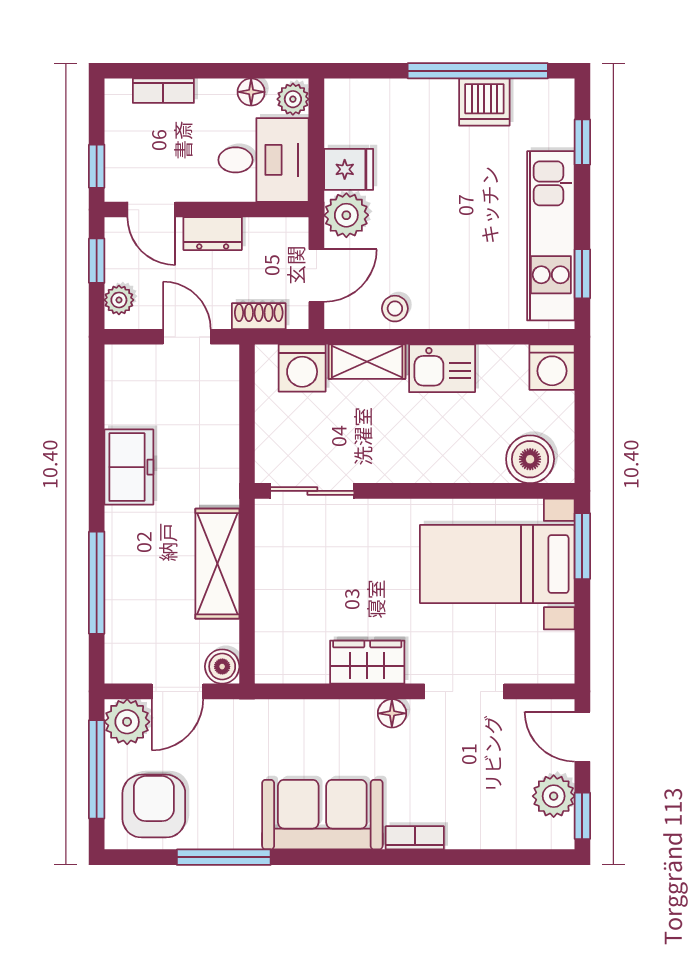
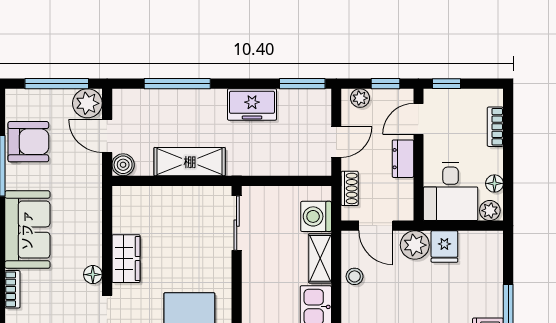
window: (97, 389) -> (302, 84), added
armchair: (154, 806) -> (28, 142), moved

